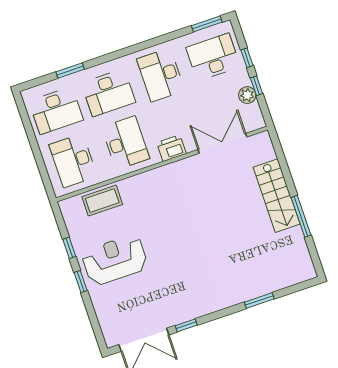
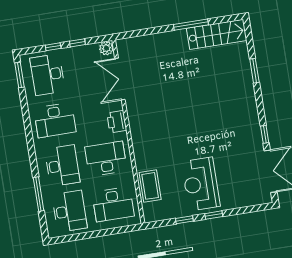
window: (70, 70) -> (39, 194), width x1.44
plant: (247, 95) -> (106, 48), moved
stairs: (277, 196) -> (217, 34), moved

